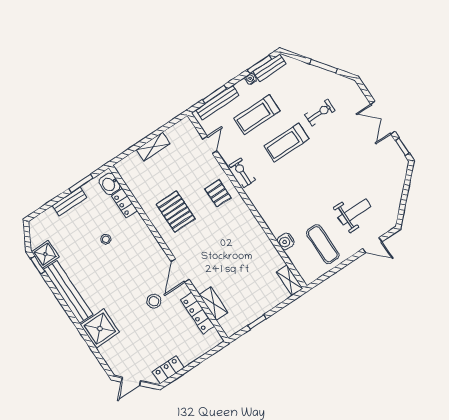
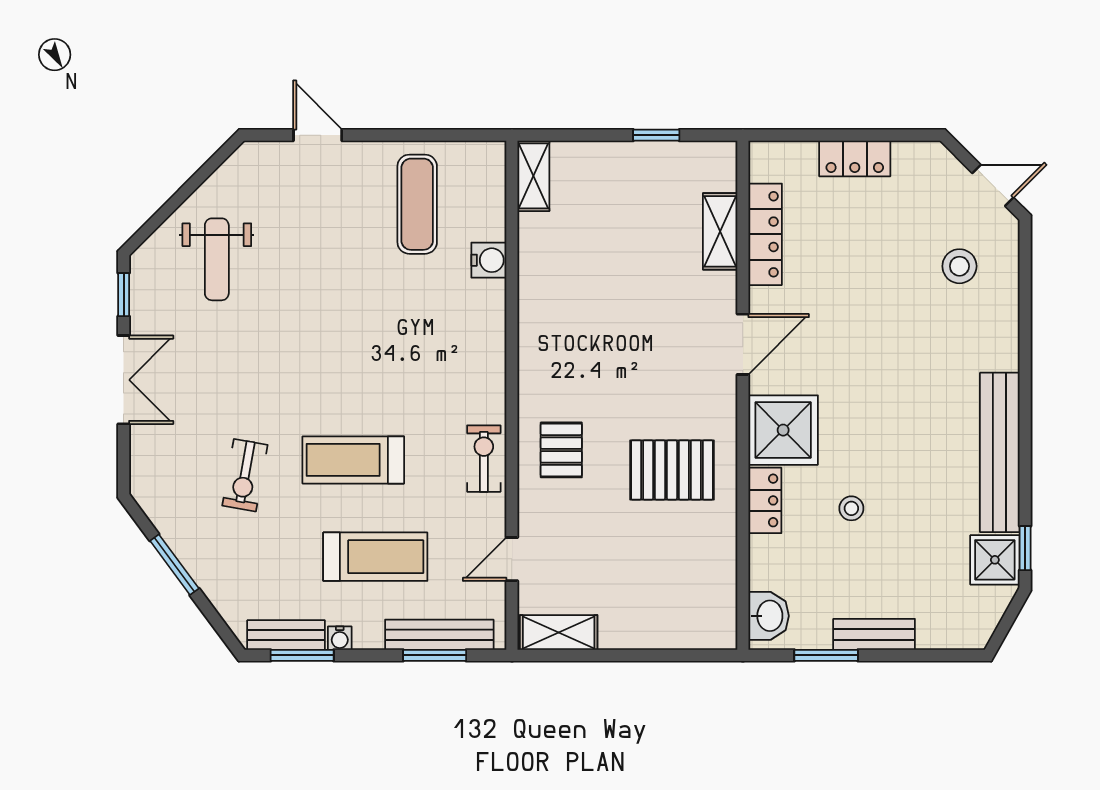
exercise bike: (320, 113) -> (245, 475), turned -80
treadmill: (286, 143) -> (353, 460), turned 180
shelving: (153, 147) -> (559, 632), moved
exercise bike: (242, 173) -> (484, 459), turned 180
locker: (124, 203) -> (765, 500), moved
pallet: (176, 212) -> (672, 470), turned 90
weight bench: (355, 212) -> (217, 259), moved, turned -90
stool: (154, 301) -> (959, 266), moved
shower: (100, 329) -> (783, 430), moved
locker: (168, 370) -> (855, 158), moved

